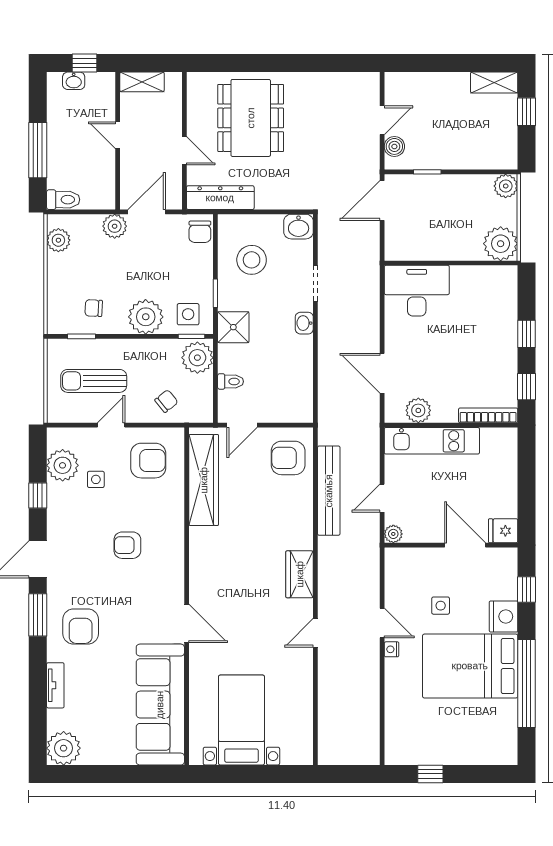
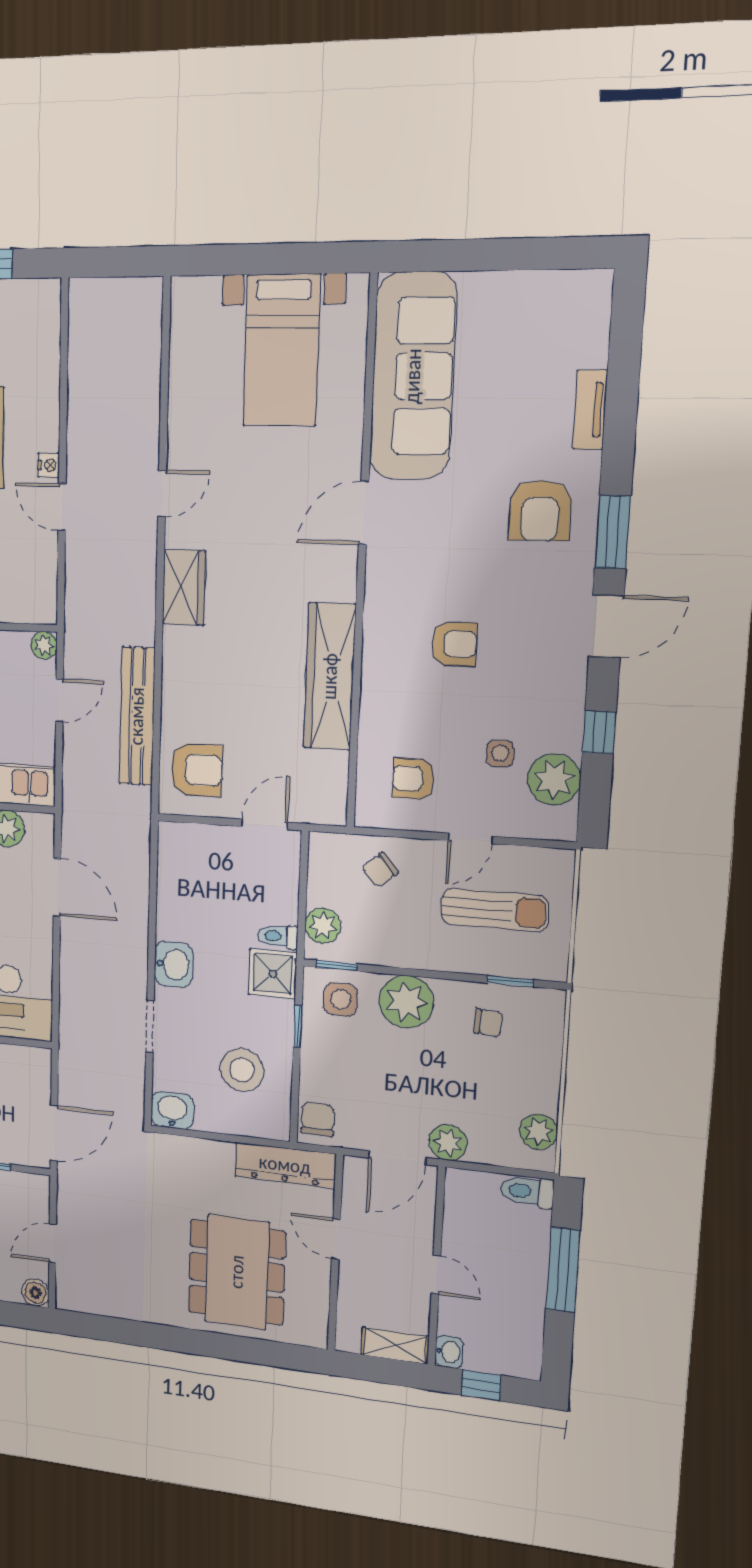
washbasin: (74, 81) -> (449, 1352), moved, turned 90
boiler: (394, 146) -> (35, 1293), moved
washbasin: (304, 323) -> (173, 964), width x1.38, depth x1.45
plant: (197, 358) -> (323, 926), width x0.73, depth x0.73
toilet: (230, 381) -> (278, 936), moved
armchair: (148, 461) -> (413, 779), width x0.72, depth x0.72
wardrobe: (204, 480) -> (330, 676), moved
door: (187, 623) -> (364, 513), hinge flipped
armchair: (81, 627) -> (540, 511), turned 180
plant: (64, 748) -> (583, 299), removed

